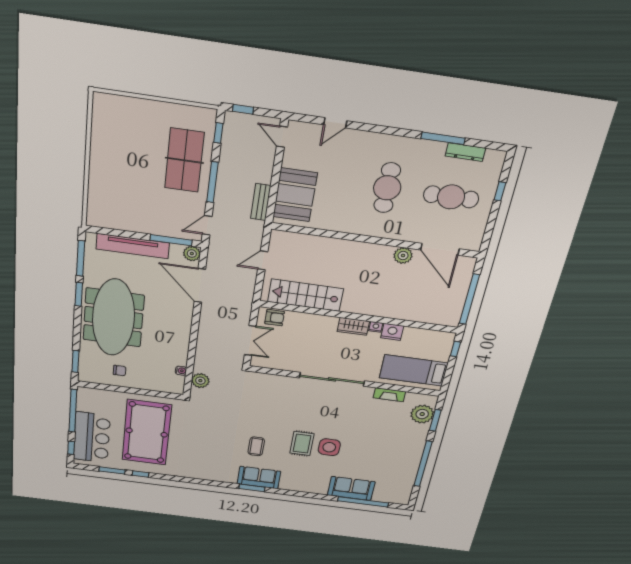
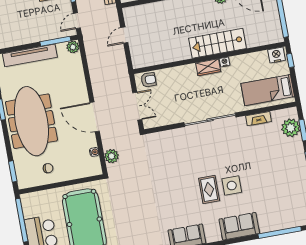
door: (200, 285) -> (95, 117), moved
stairs: (305, 295) -> (217, 43), moved
nightstand: (392, 332) -> (276, 55), moved
coffee table: (256, 446) -> (174, 205), removed
sofa: (351, 488) -> (239, 226), moved

